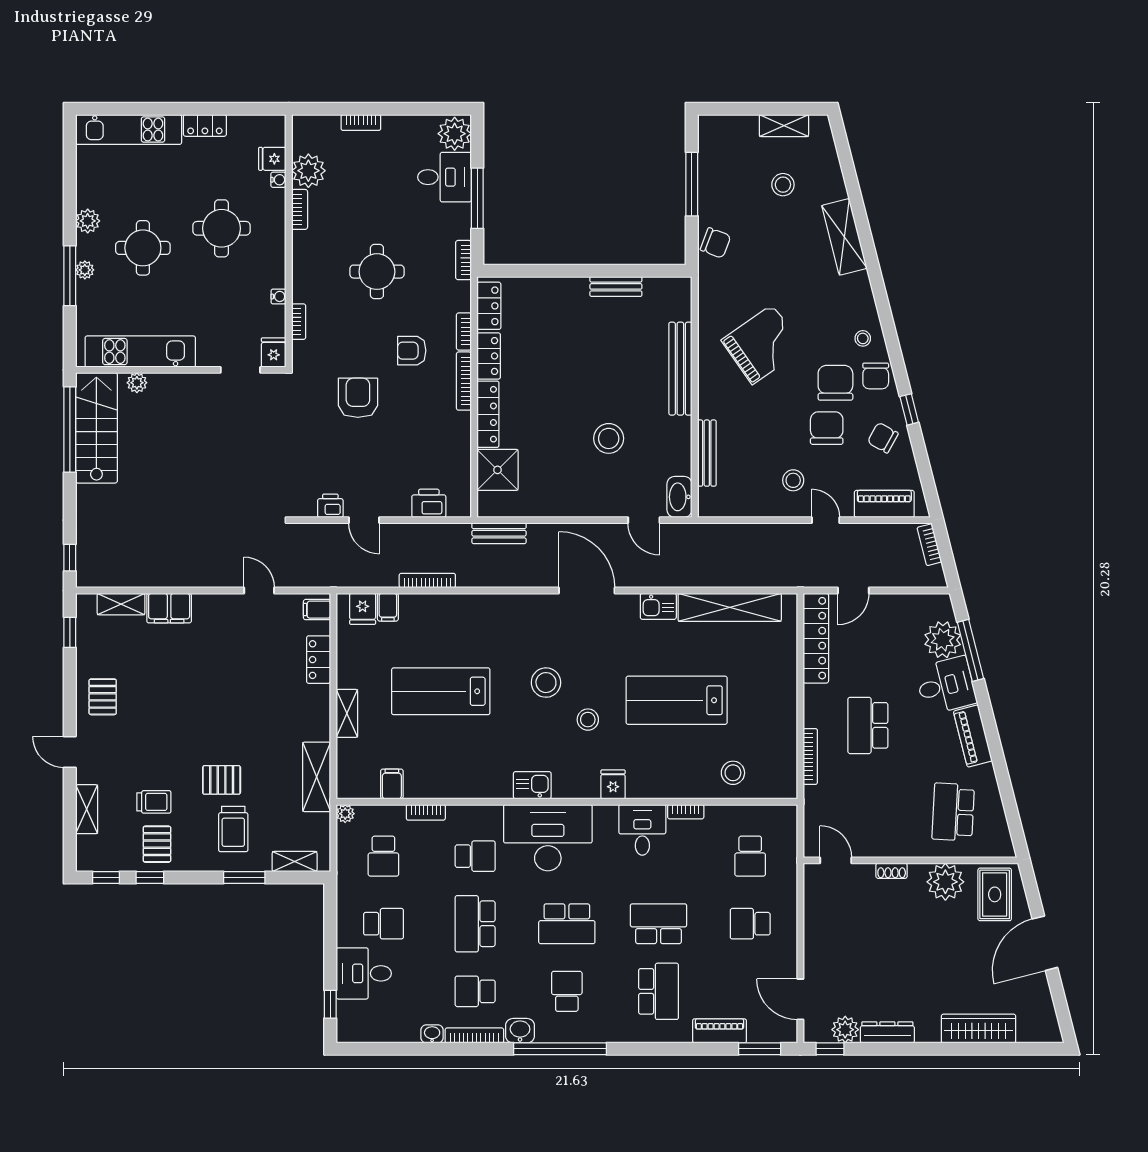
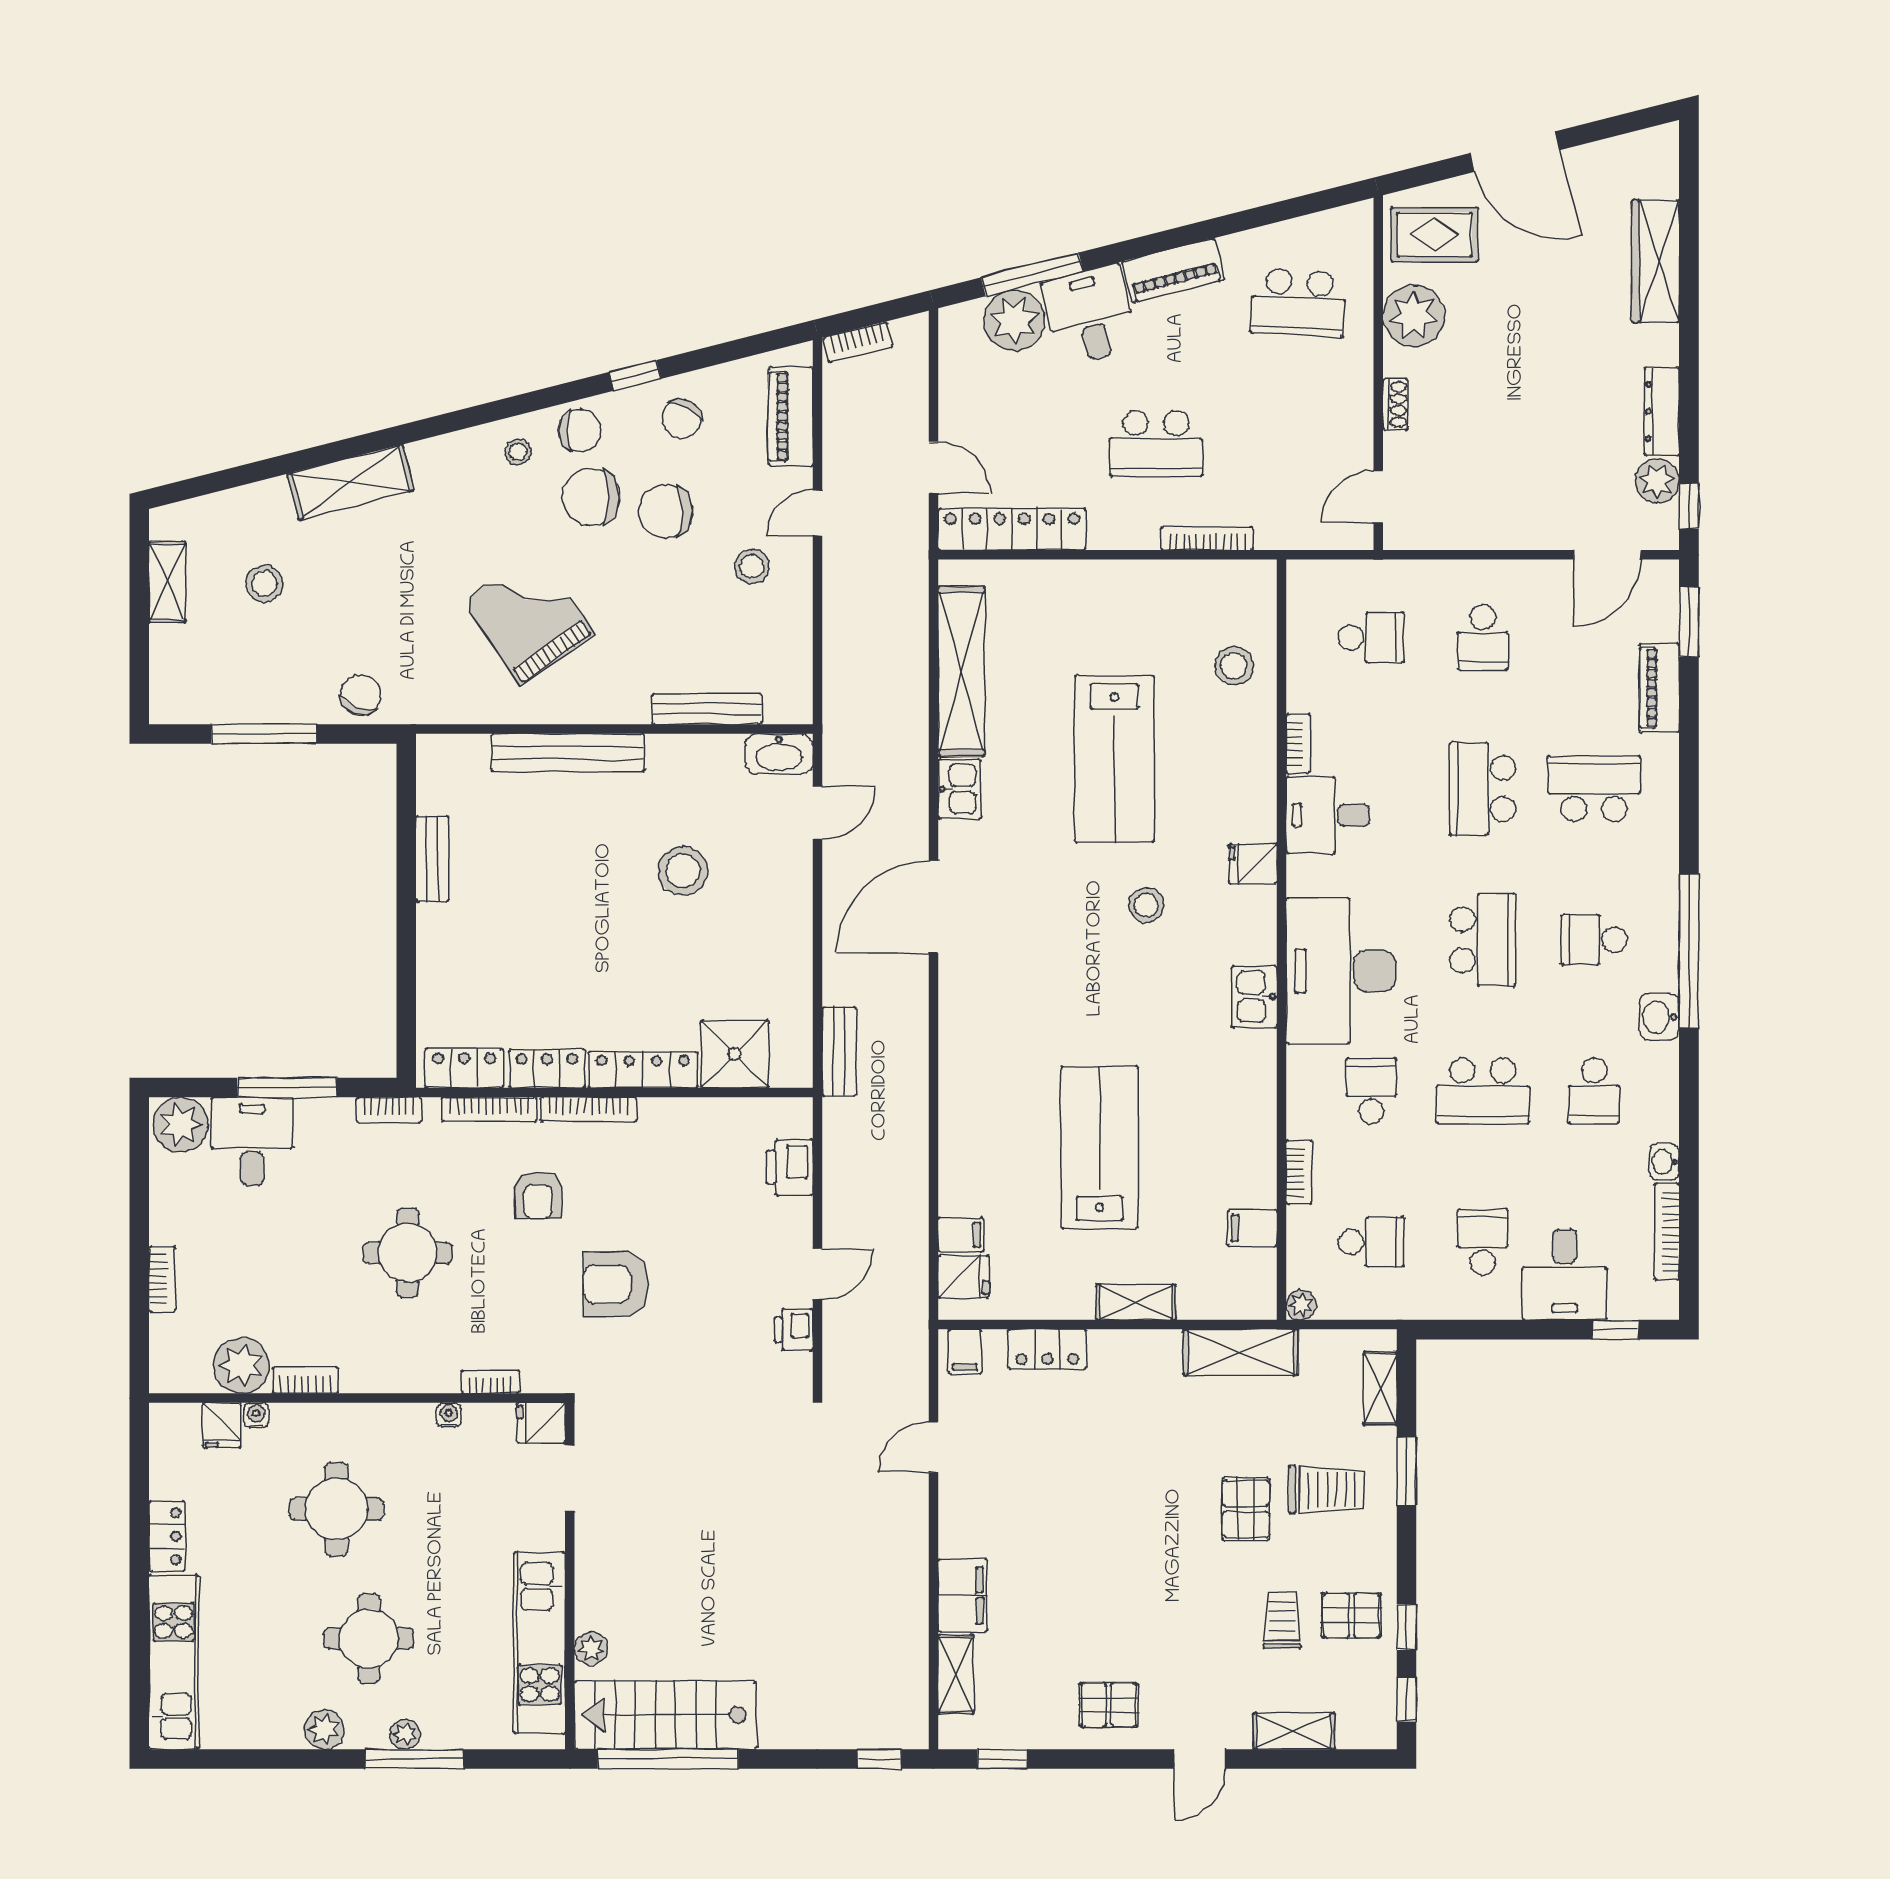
bookcase: (464, 332) -> (489, 1109), width x1.56
bookcase: (427, 580) -> (917, 1170), removed
stool: (546, 683) -> (1085, 974), removed
lab bench: (441, 691) -> (1100, 1147), turned 180
bookcase: (474, 1035) -> (1667, 1232), moved

